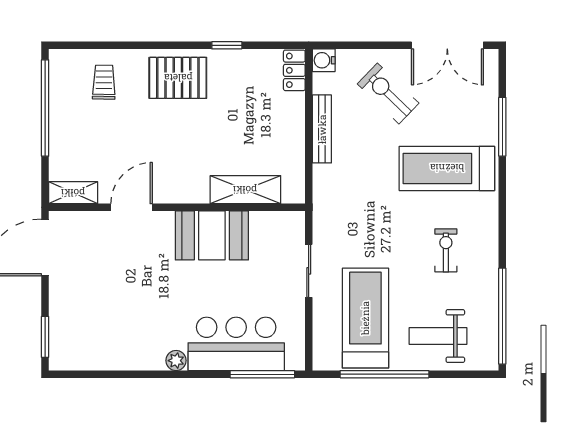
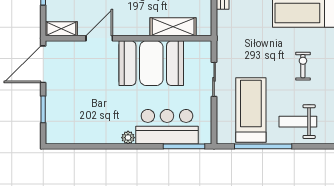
booth: (212, 235) -> (151, 63), width x1.36, depth x1.42
window: (45, 337) -> (43, 109), moved

